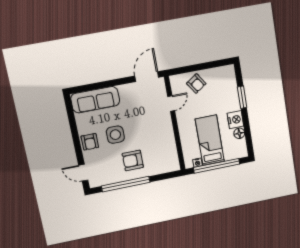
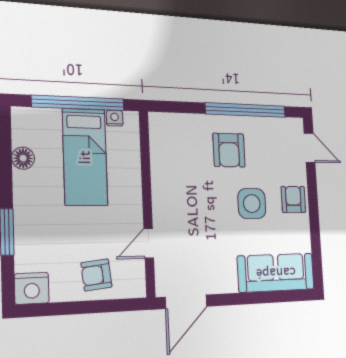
armchair: (196, 83) -> (96, 275), turned -62
nightstand: (235, 120) -> (32, 288), moved, turned -90
armchair: (133, 160) -> (229, 150), turned 90

